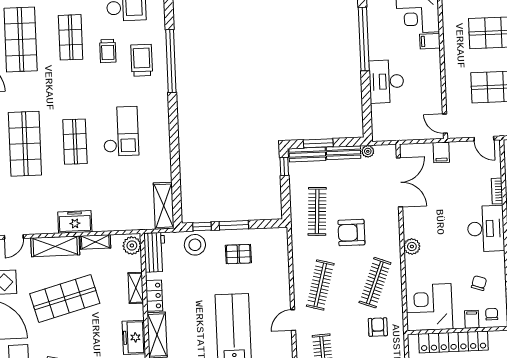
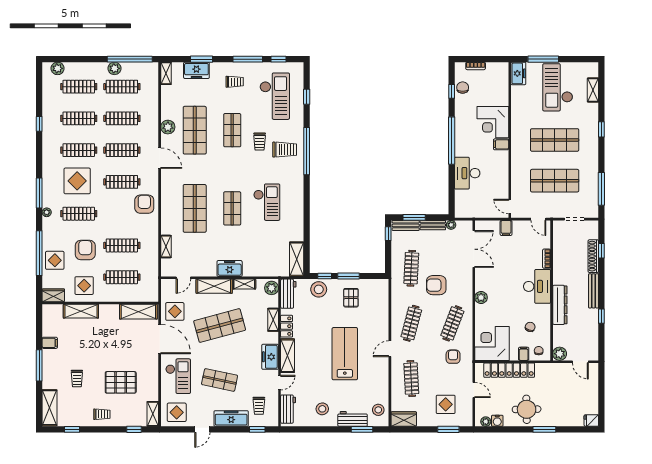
trolley: (142, 60) -> (285, 150), turned 90
pallet: (238, 254) -> (351, 298), turned 90

